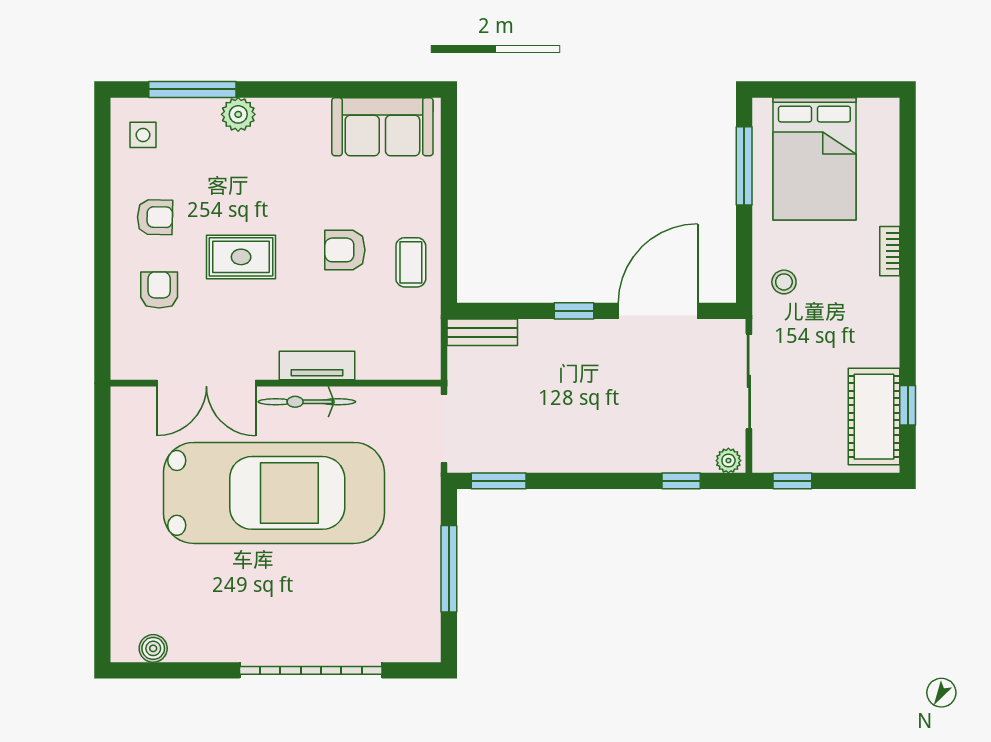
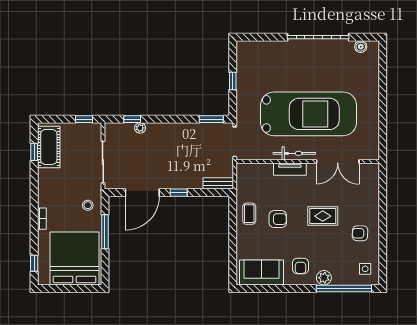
window: (192, 89) -> (344, 289), width x1.46
window: (908, 148) -> (34, 263), added
bed: (814, 159) -> (75, 259), width x1.36
window: (744, 166) -> (105, 232), moved
armchair: (159, 290) -> (300, 266), moved
double door: (206, 383) -> (338, 161), swing flipped
plant: (728, 461) -> (140, 128), moved
car: (274, 493) -> (308, 114), turned 180
window: (449, 569) -> (233, 81), width x0.46
garage door: (311, 670) -> (318, 37), moved

